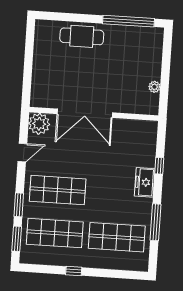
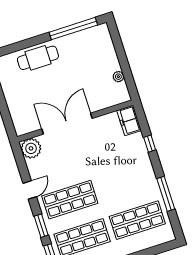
double door: (85, 113) -> (67, 124), swing flipped
door: (22, 153) -> (30, 190), moved
freezer: (145, 182) -> (129, 120), moved

